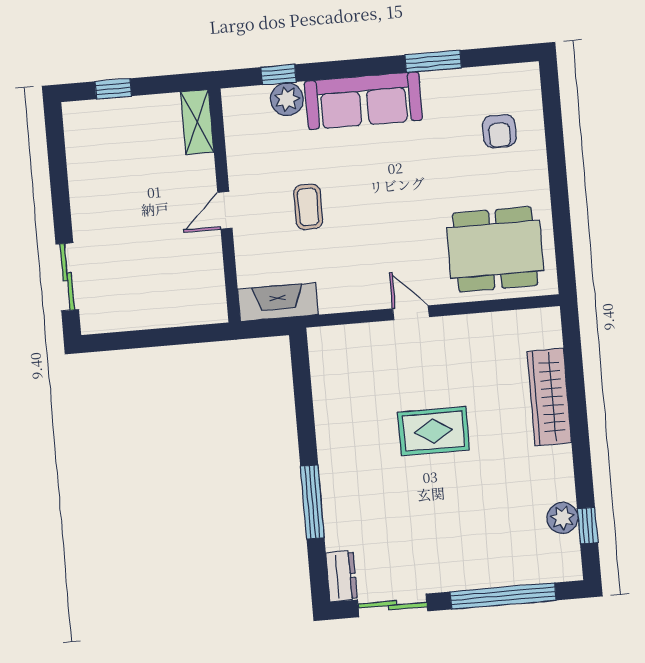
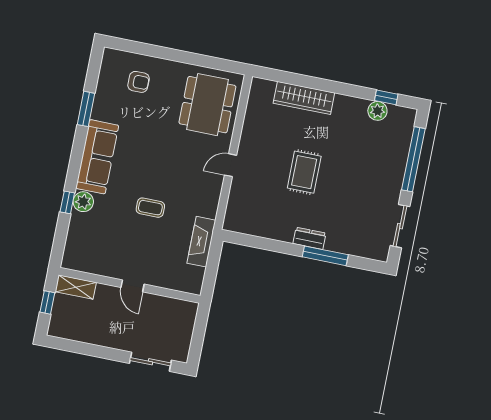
shelving: (197, 122) -> (76, 287), moved
wall: (224, 205) -> (130, 285), moved
door: (225, 210) -> (132, 286), moved
dresser: (341, 576) -> (309, 238), moved

